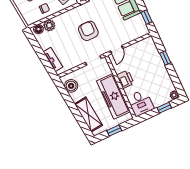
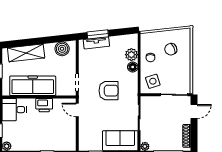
floor lamp: (38, 29) -> (133, 67), moved
window: (45, 61) -> (98, 34), added

